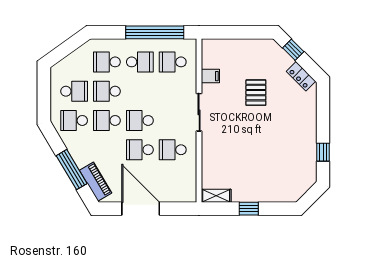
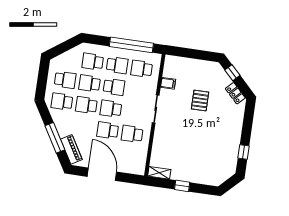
school desk: (140, 91) -> (114, 87), added

